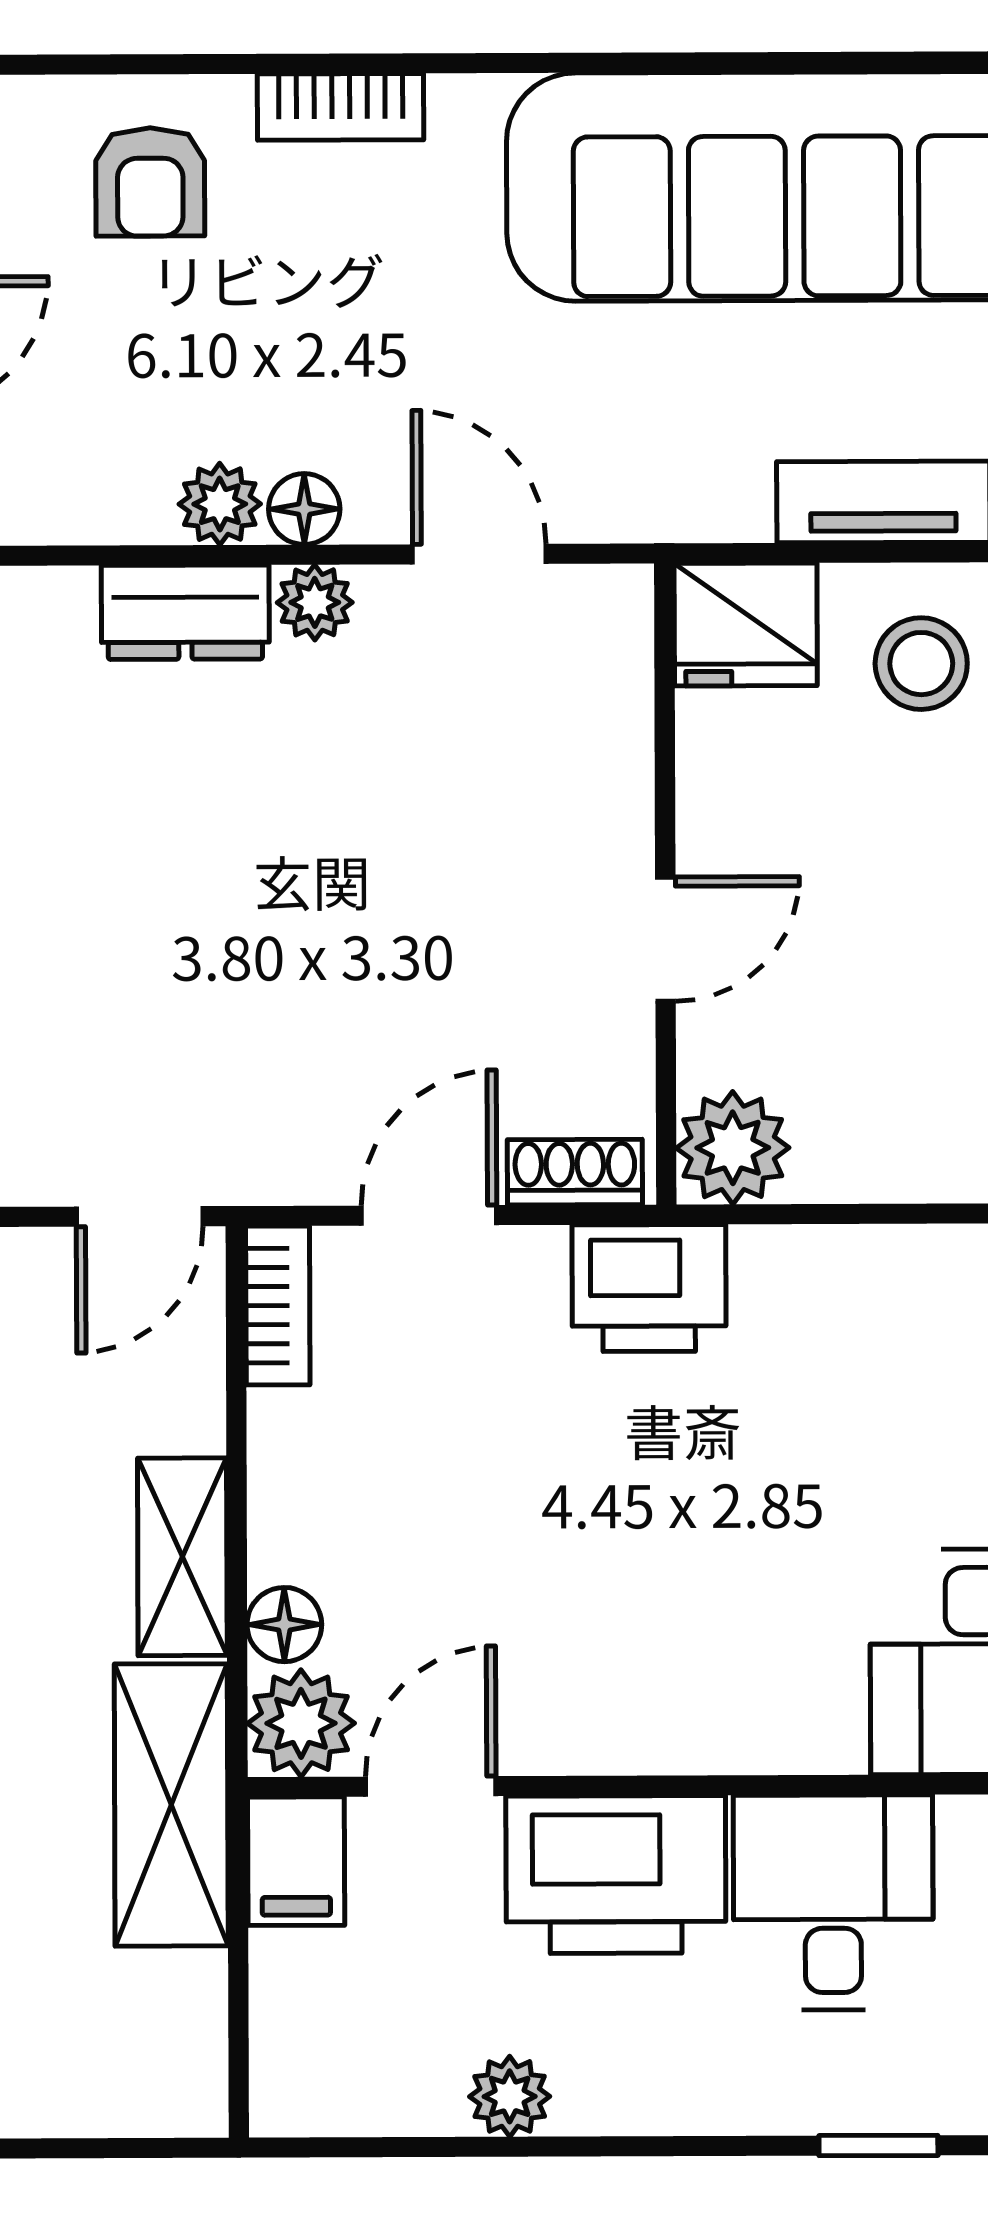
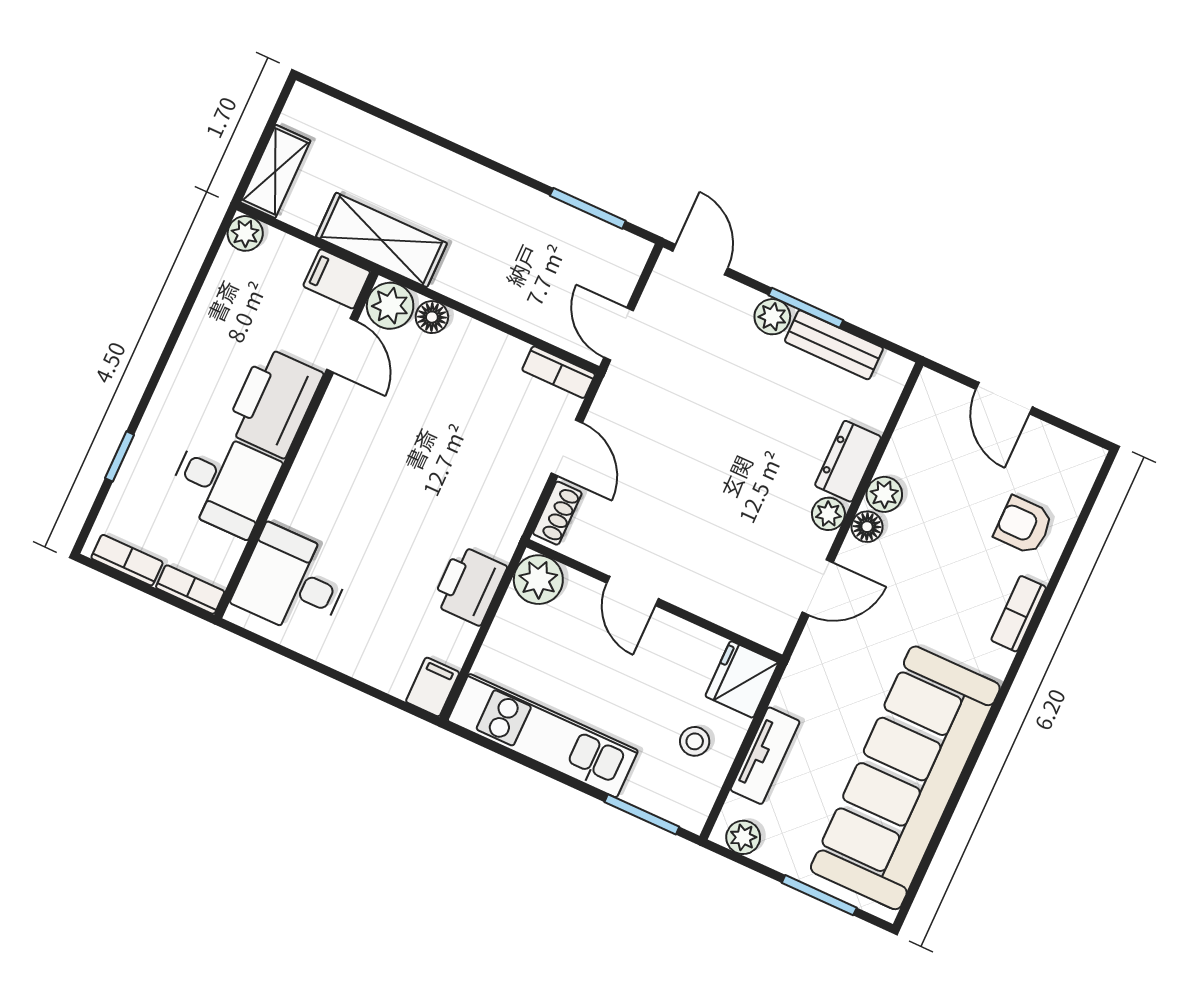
stool: (921, 664) -> (695, 741), width x0.73, depth x0.73
printer: (649, 1288) -> (469, 585), moved
shelving: (182, 1557) -> (275, 171), moved, turned 90
plant: (510, 2096) -> (245, 233), moved

